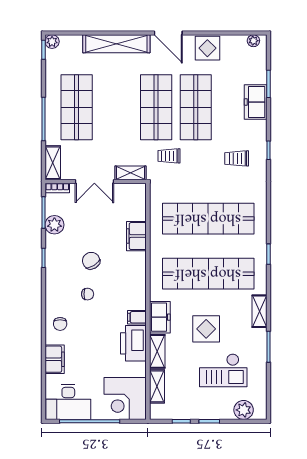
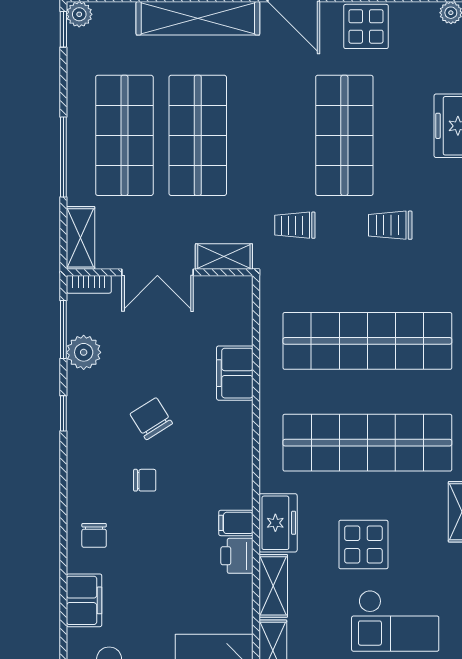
shop shelf: (156, 107) -> (198, 135), moved
trolley: (237, 158) -> (390, 225), moved
printer: (133, 343) -> (237, 556), width x0.53, depth x0.68

